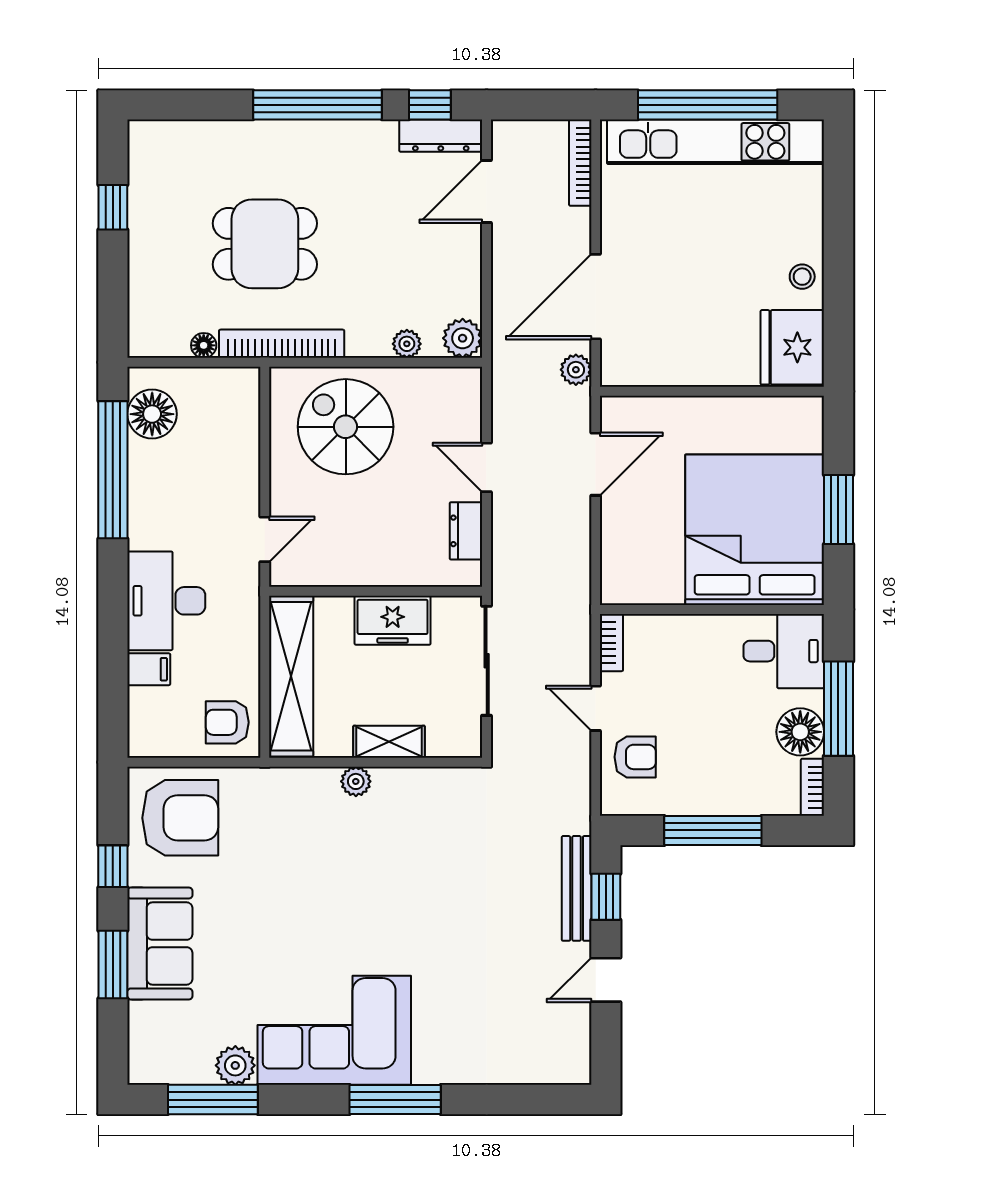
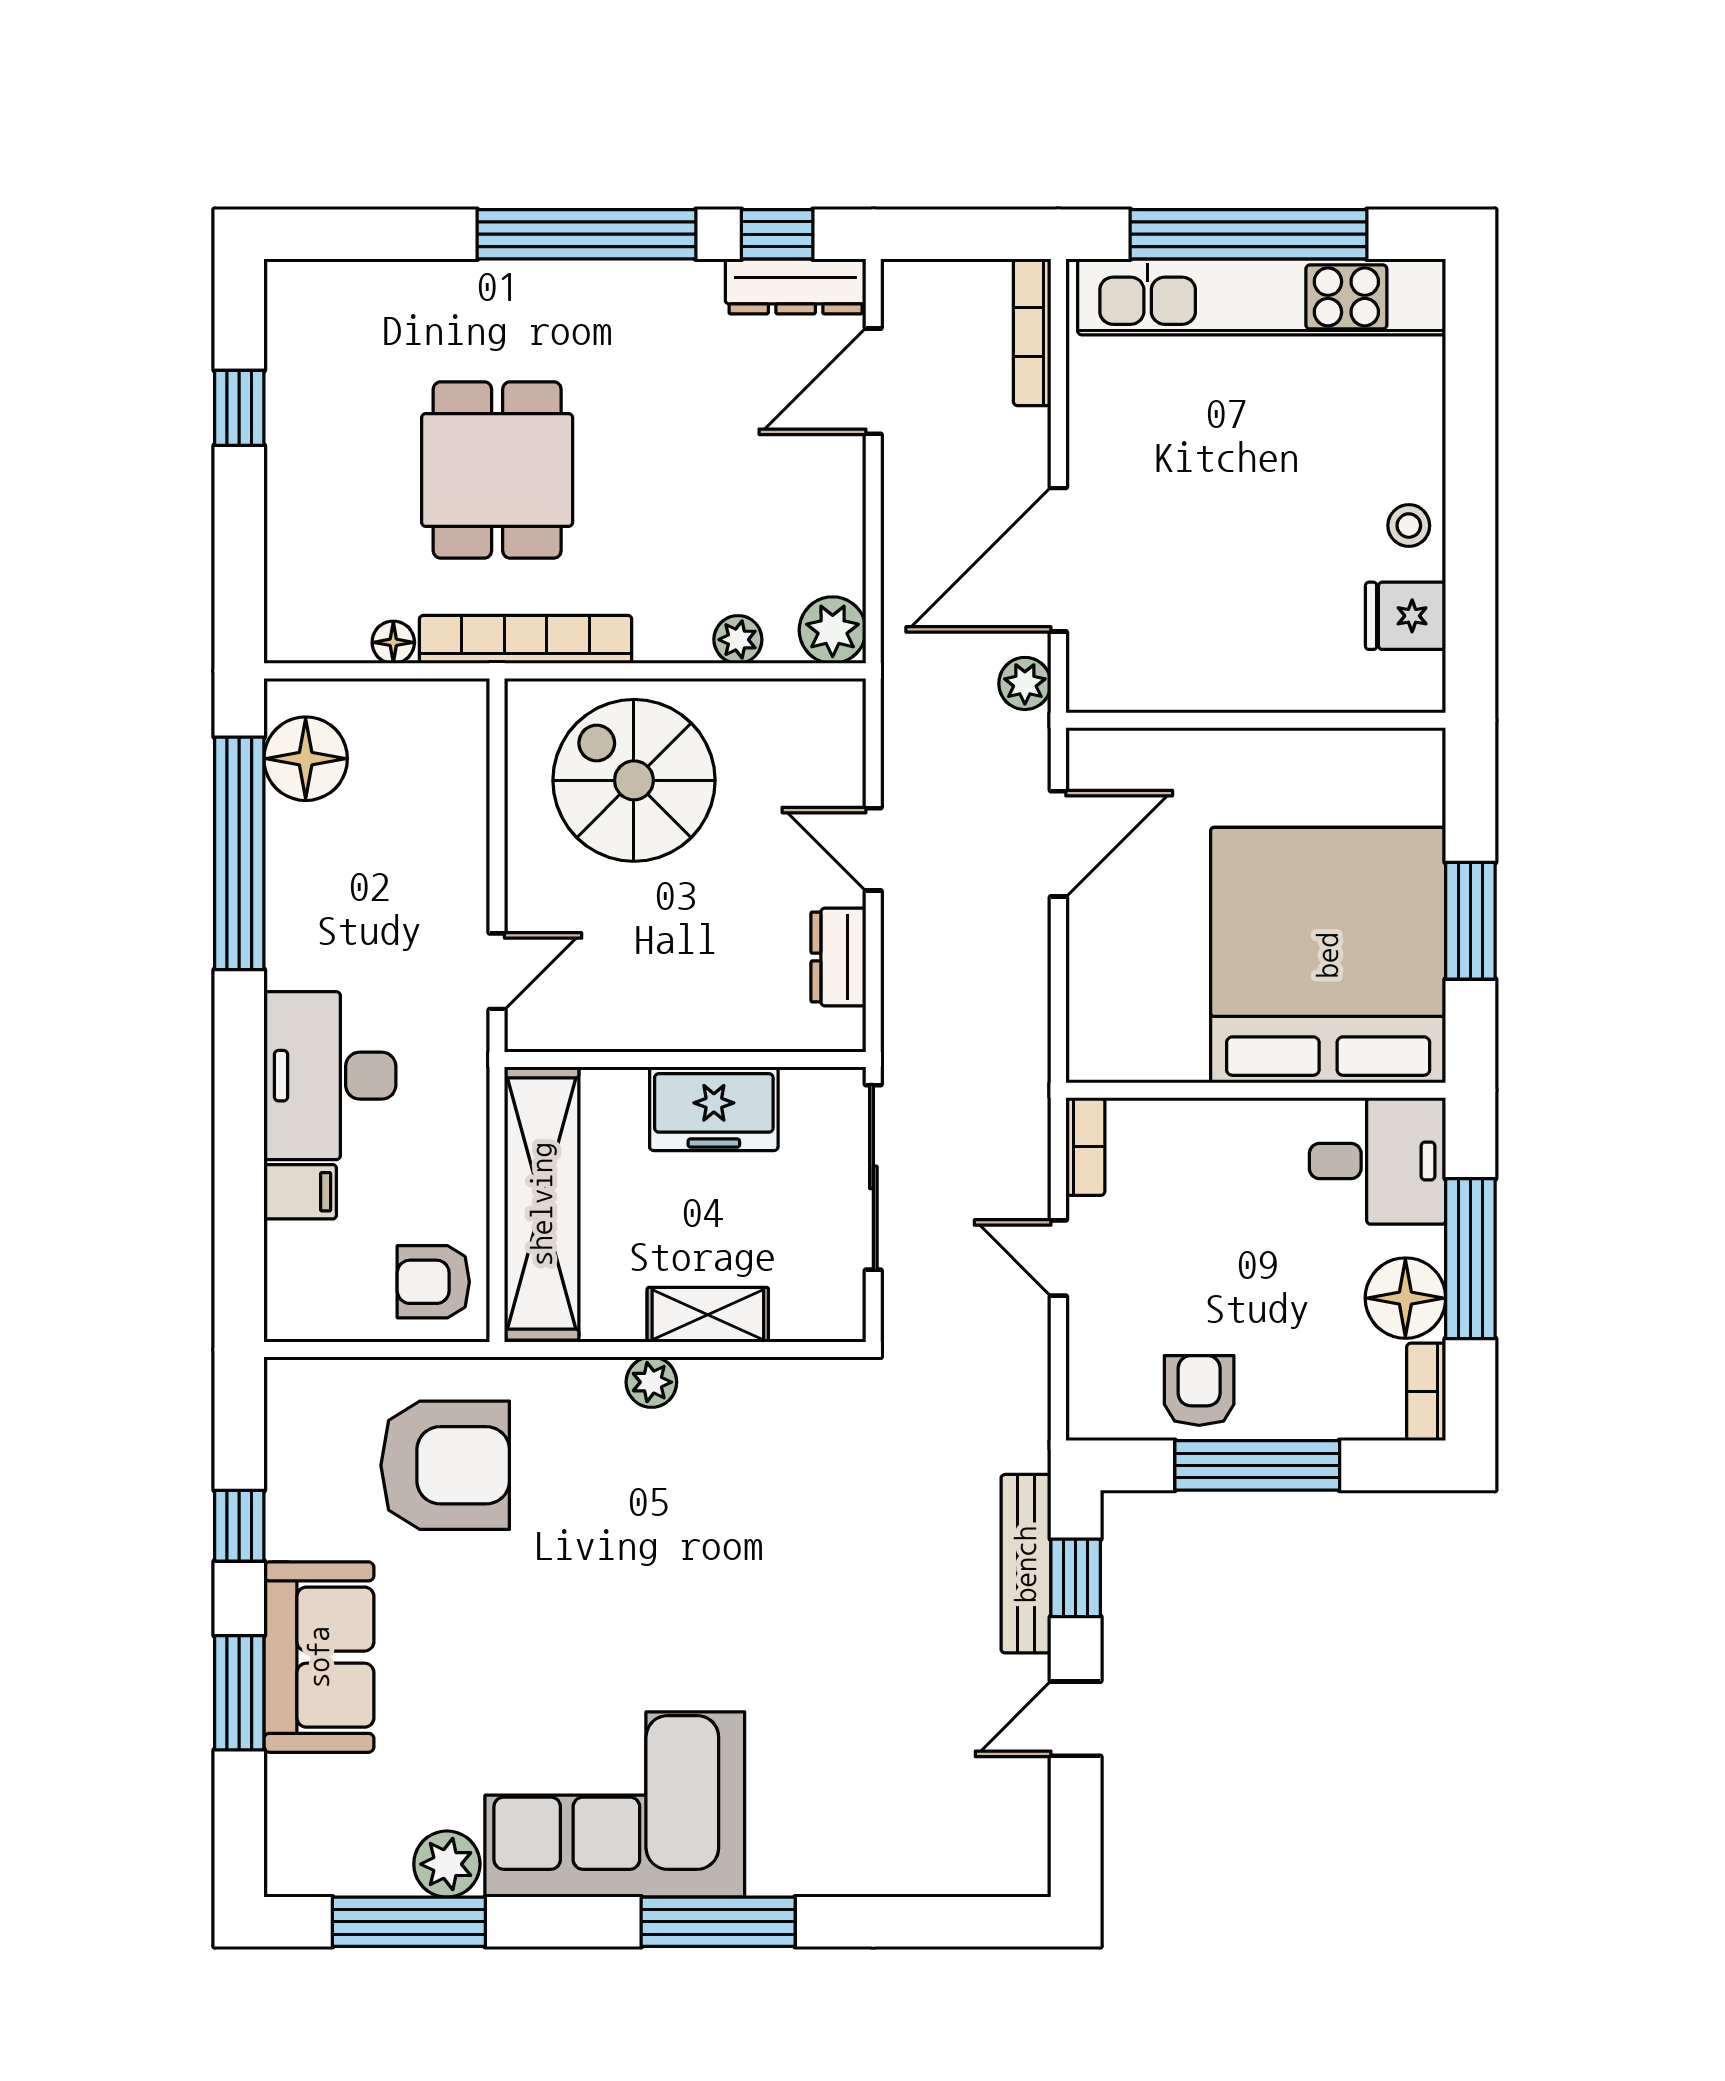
dining table: (265, 244) -> (497, 470), turned 90
fridge: (792, 347) -> (1406, 616), width x0.53, depth x0.75
armchair: (635, 757) -> (1199, 1390), moved, turned -90
armchair: (180, 818) -> (445, 1465), moved

